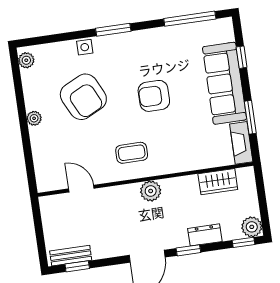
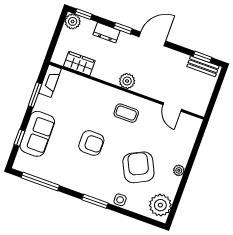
plant: (26, 60) -> (160, 205), width x1.88, depth x1.88
sofa: (225, 83) -> (37, 134), width x0.73

